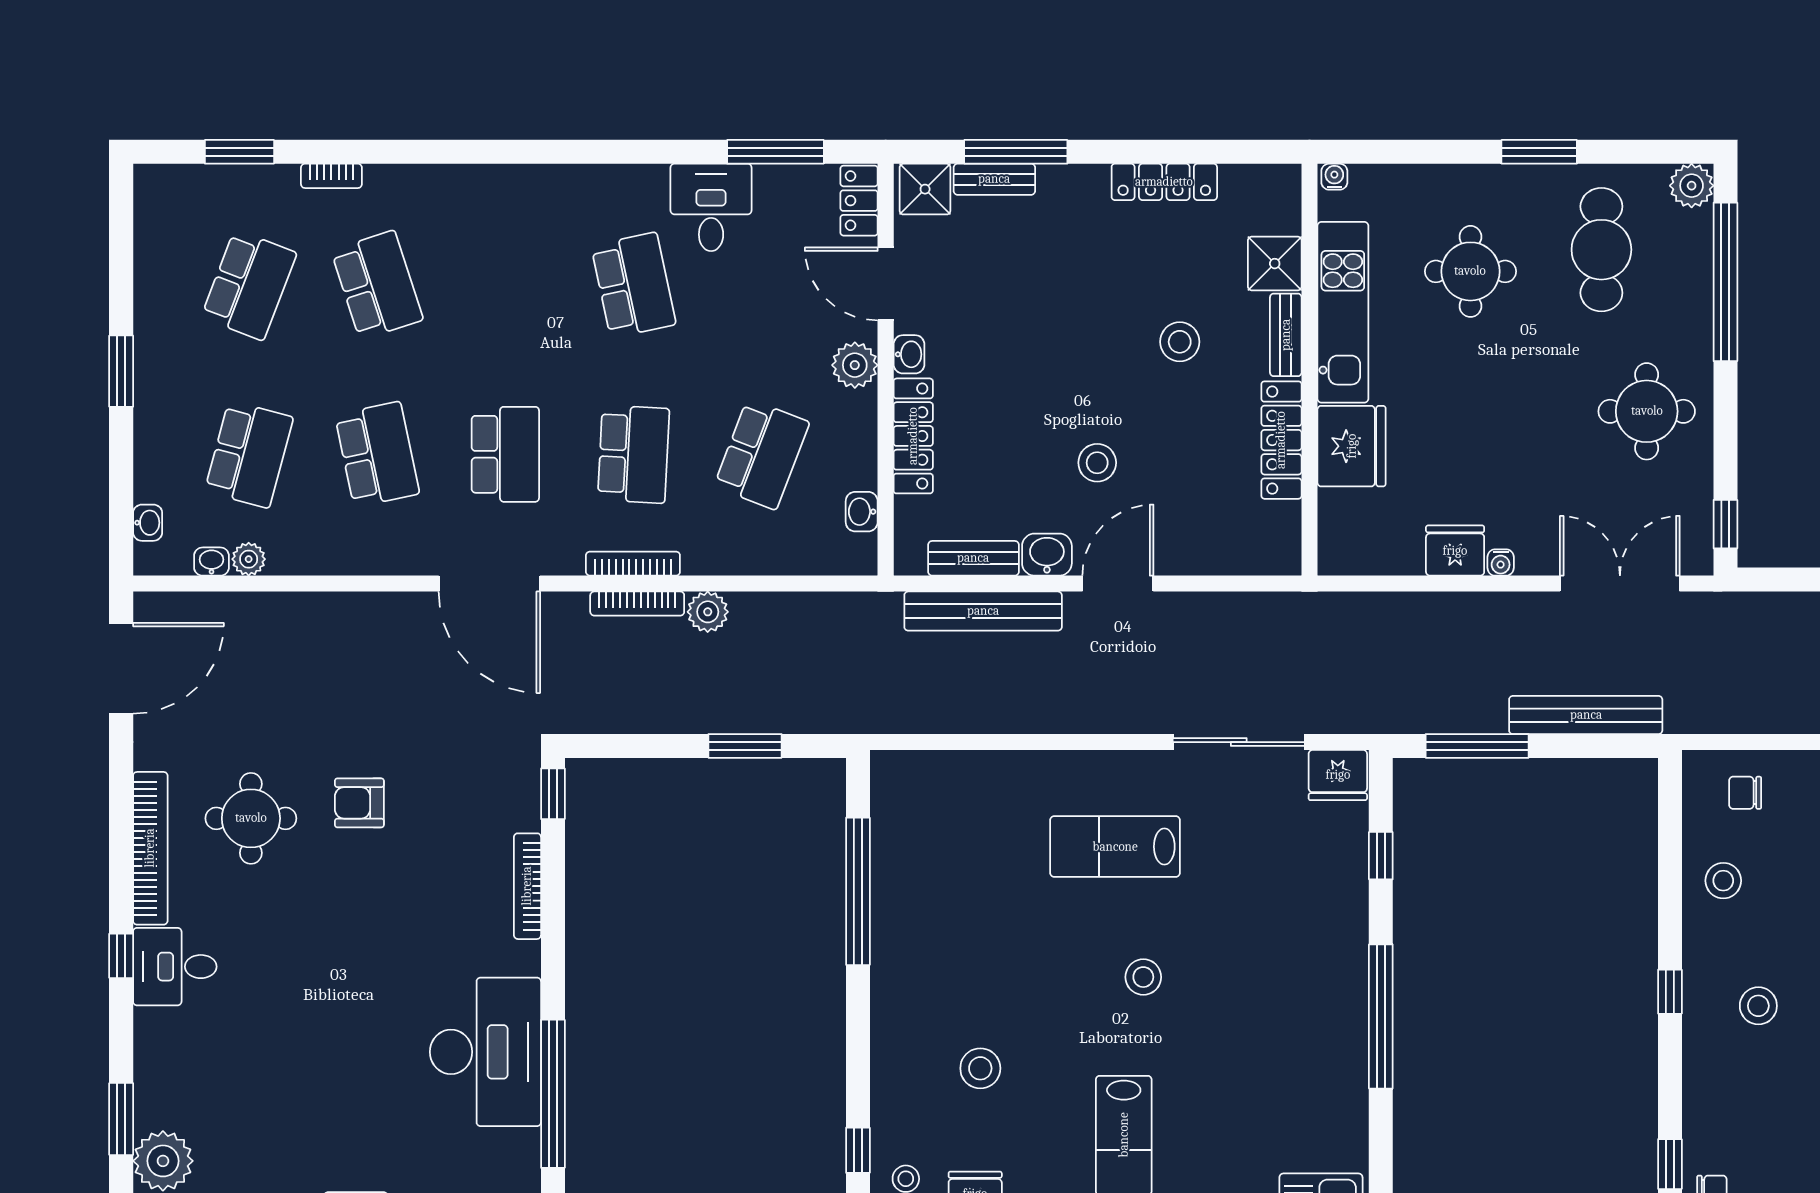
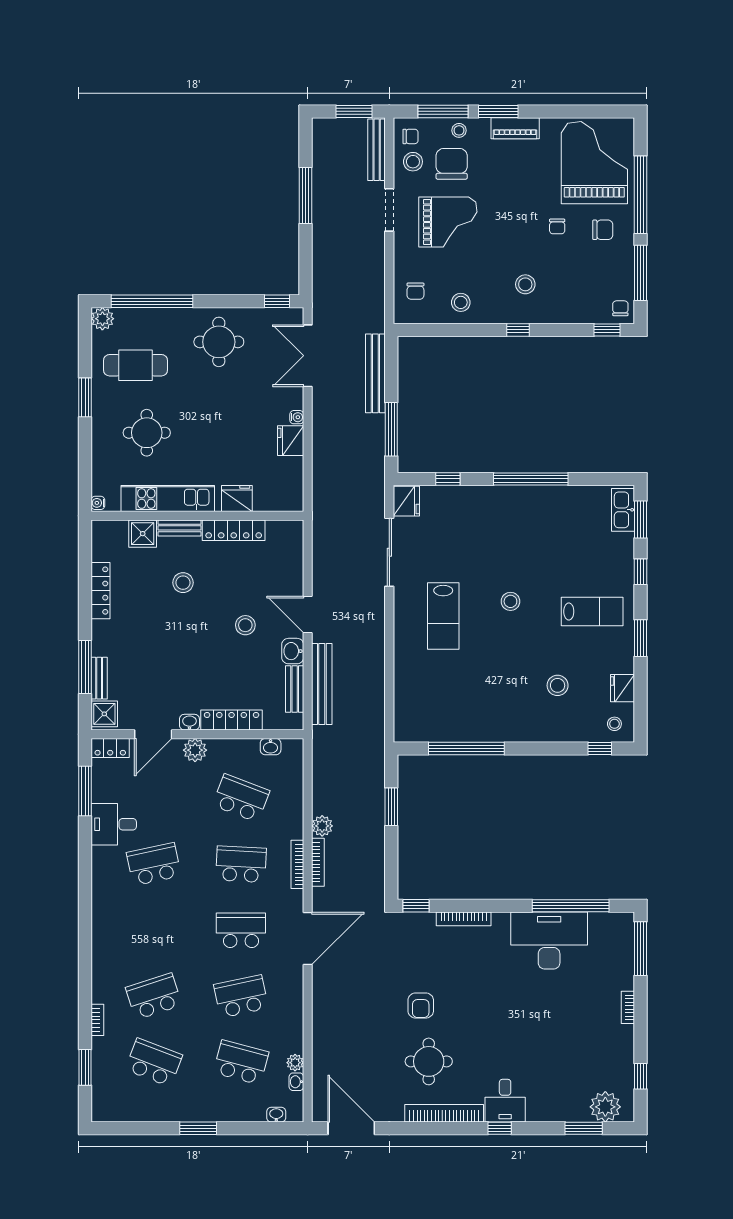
fridge: (1352, 446) -> (237, 498), width x0.73, depth x0.75

